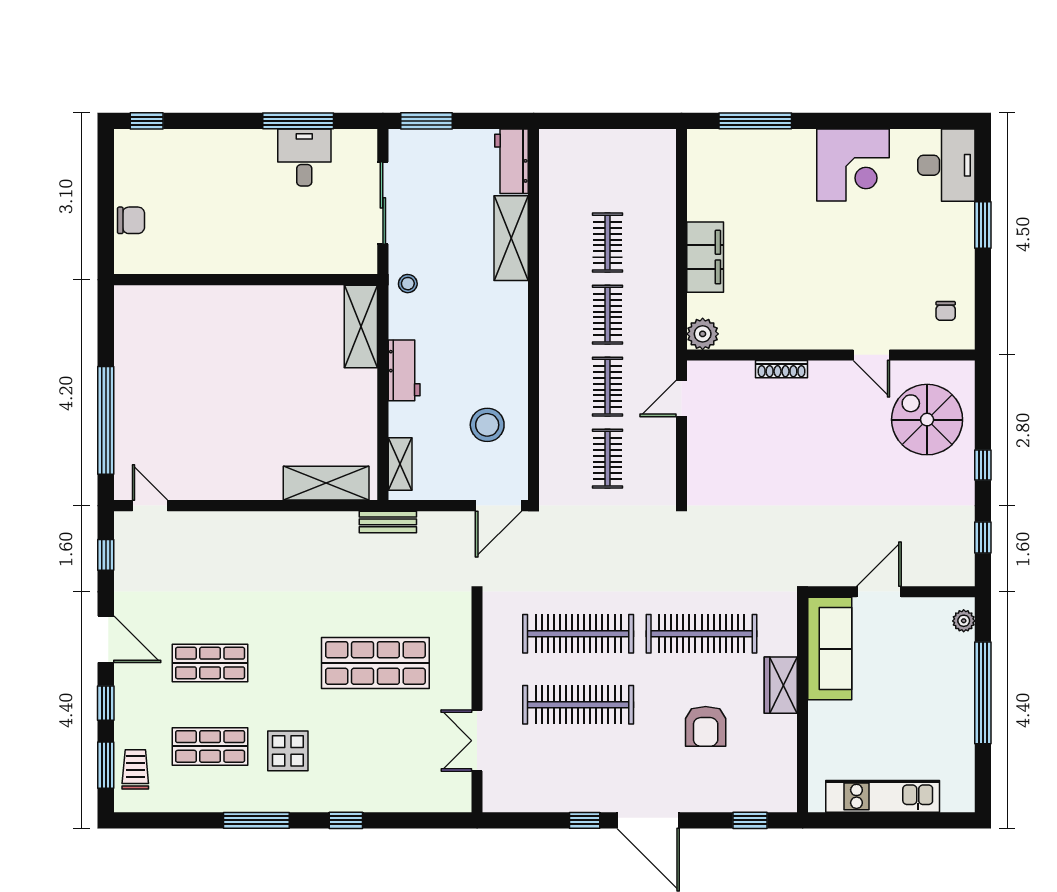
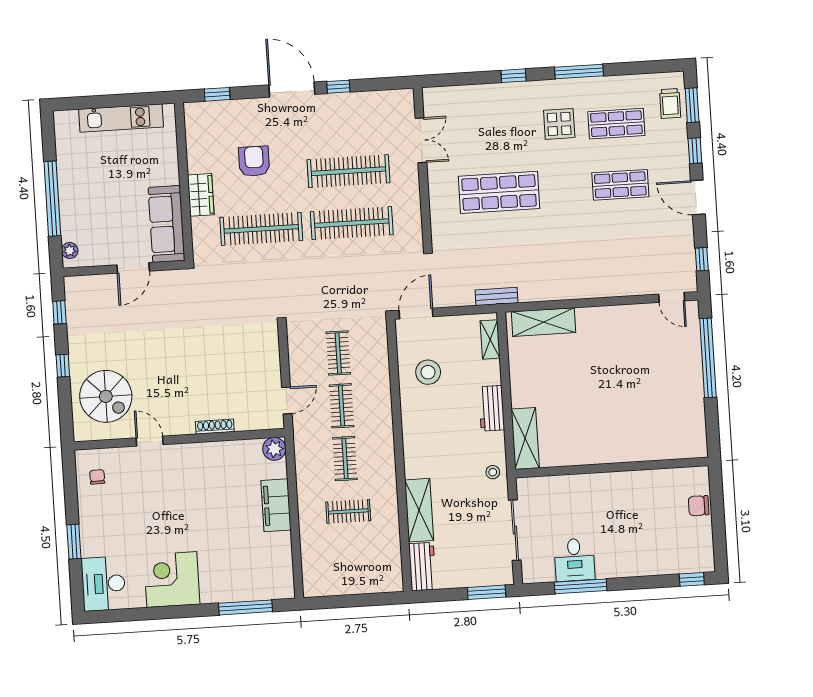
clothes rail: (608, 243) -> (348, 511), turned 90

